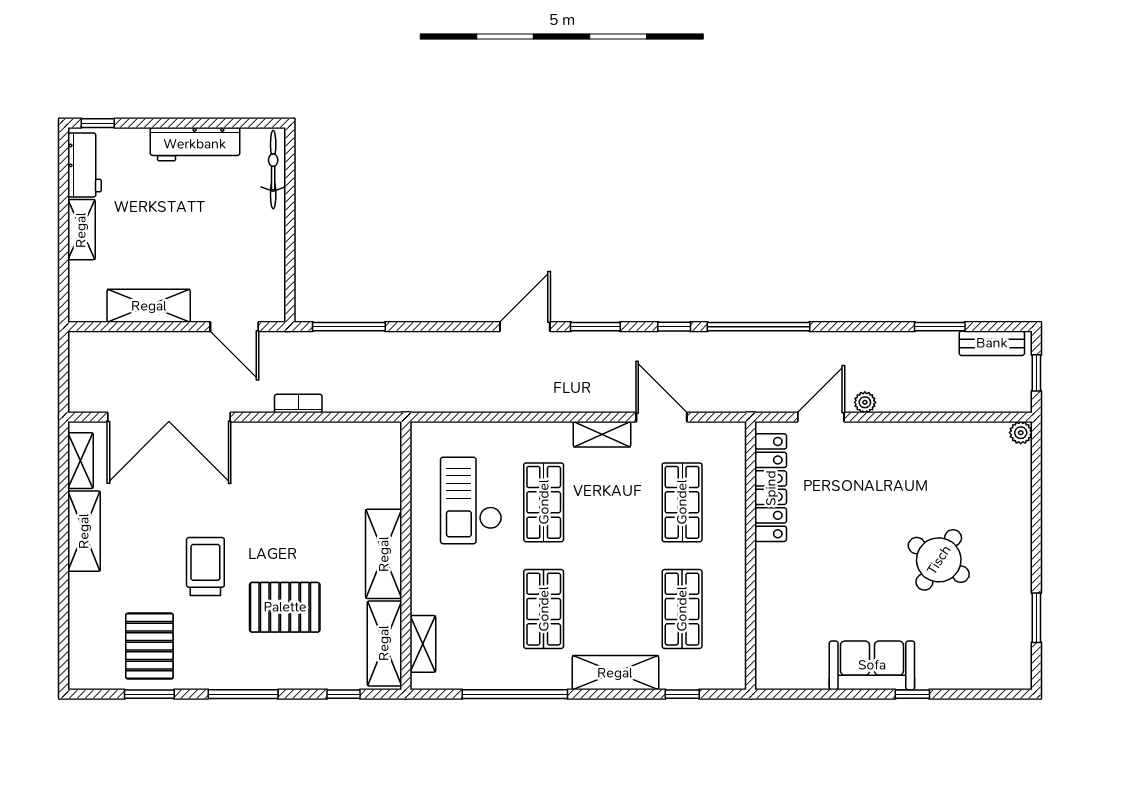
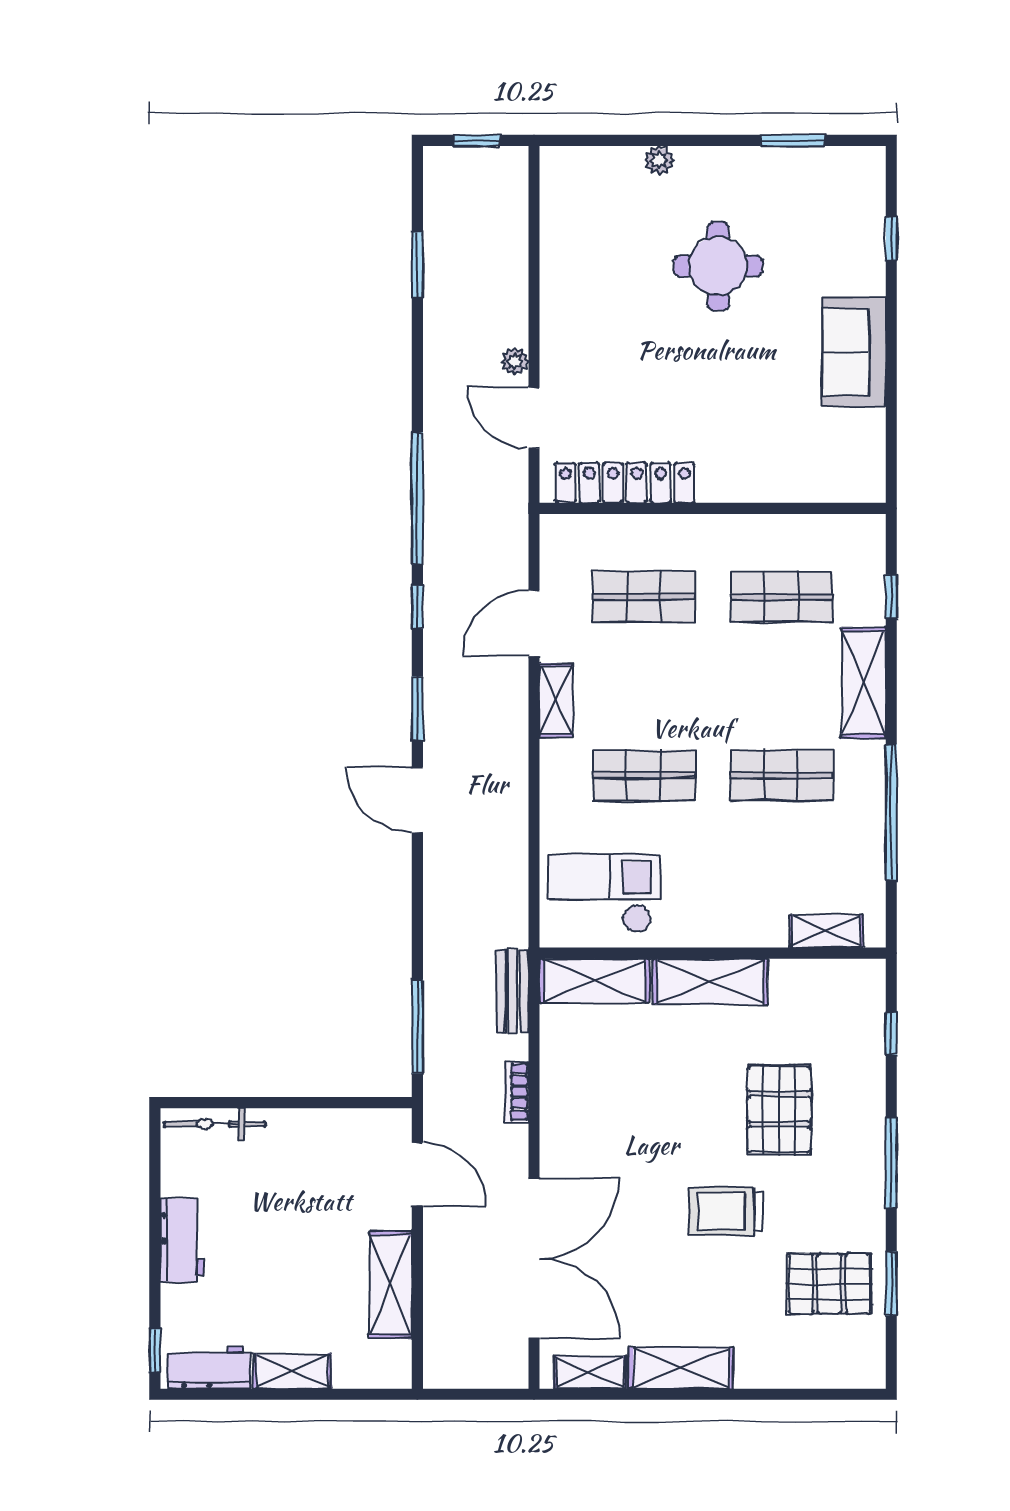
workbench: (195, 144) -> (182, 1240), width x0.73
door: (234, 327) -> (417, 1174), hinge flipped
bench: (992, 343) -> (513, 991), moved
plant: (1021, 433) -> (659, 160), moved
checkout: (471, 500) -> (604, 893), moved, turned 180
round table: (939, 560) -> (718, 266), turned -33
shelving: (384, 643) -> (595, 981), moved
window: (912, 694) -> (891, 239), moved

